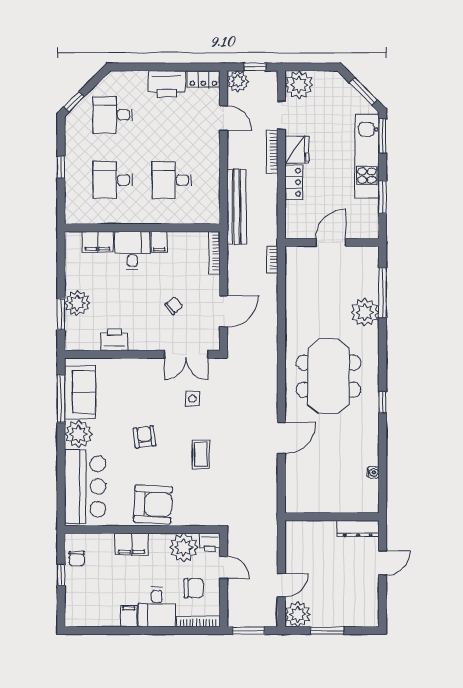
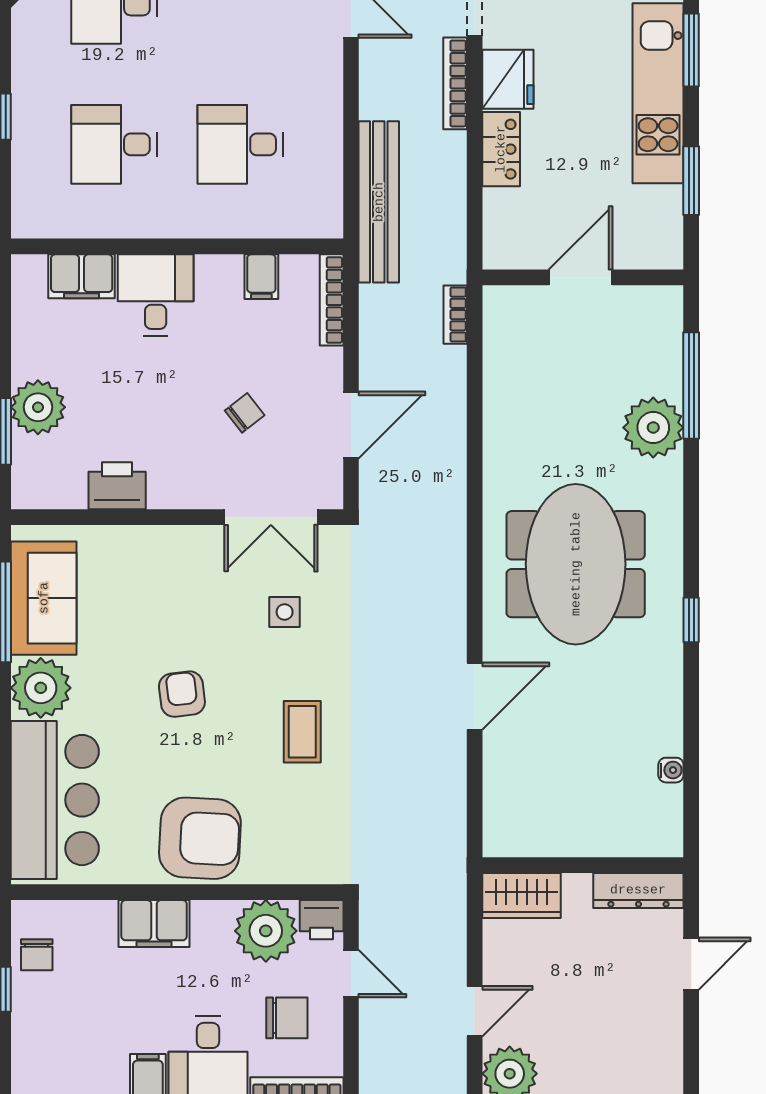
filing cabinet: (159, 242) -> (261, 277), moved
wardrobe: (303, 531) -> (522, 895), added

